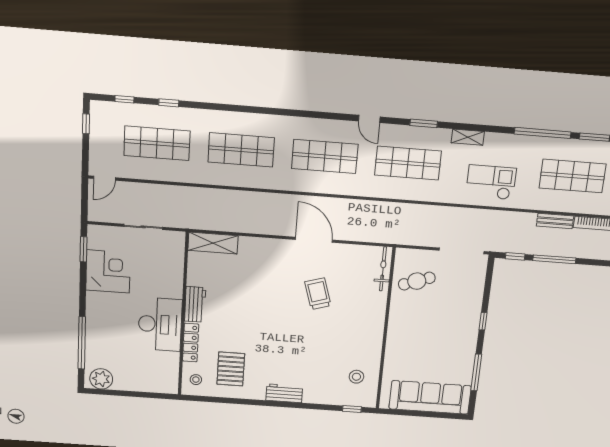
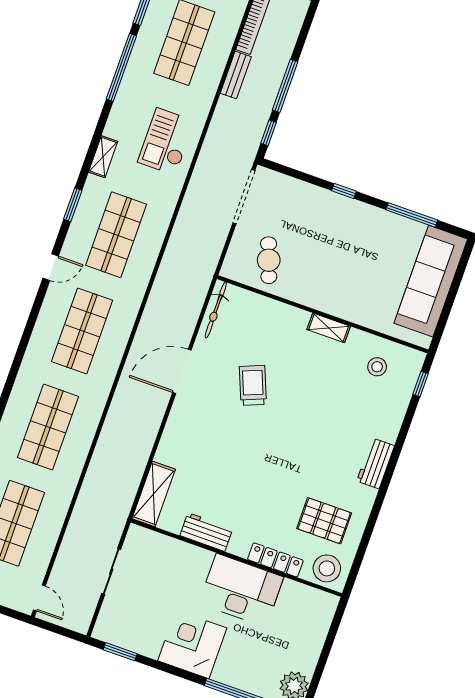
bicycle: (383, 269) -> (216, 310), moved, turned -90
corner desk: (108, 272) -> (192, 644), moved
trolley: (318, 294) -> (253, 385), turned 85
workbench: (195, 304) -> (206, 532), moved
shelving: (376, 336) -> (329, 328), added
stool: (196, 380) -> (327, 568), width x1.89, depth x1.89

